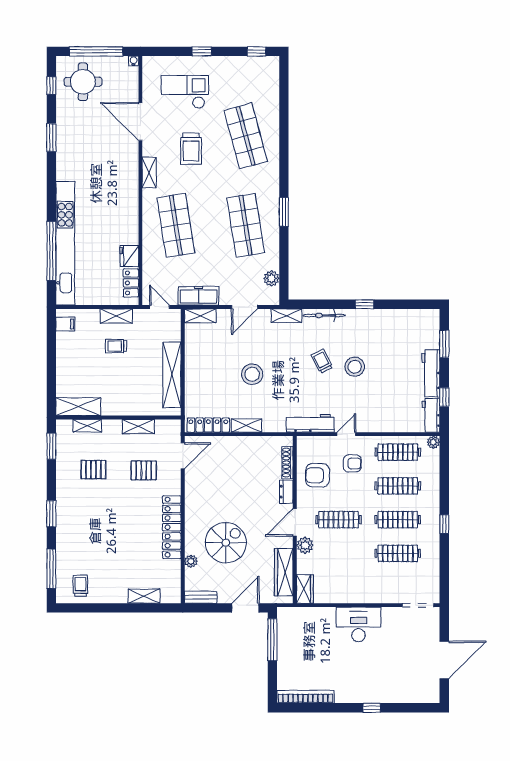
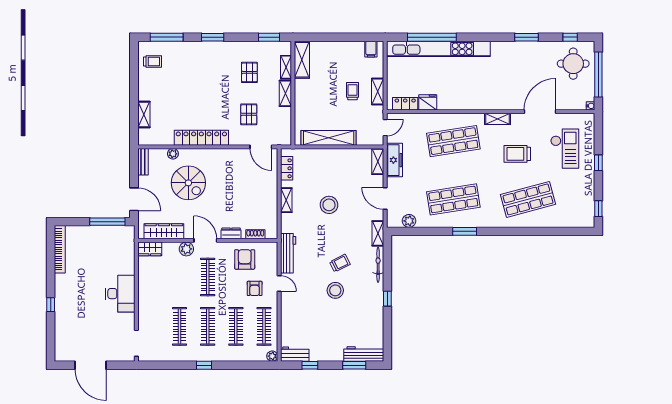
workbench: (431, 373) -> (364, 354), moved
locker: (208, 425) -> (287, 168), width x0.66
shelving: (138, 426) -> (285, 93), moved
shoe rack: (287, 463) -> (255, 234), width x0.70

